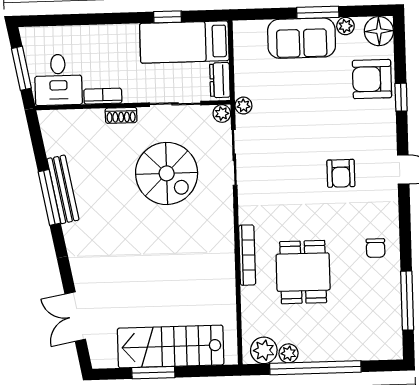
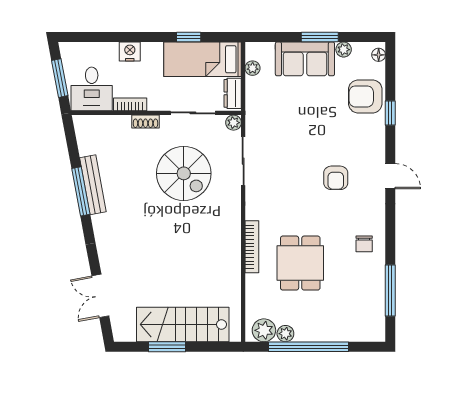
floor lamp: (379, 31) -> (379, 55), width x0.53, depth x0.53
nightstand: (101, 36) -> (130, 51), added
plant: (243, 106) -> (253, 68), moved

